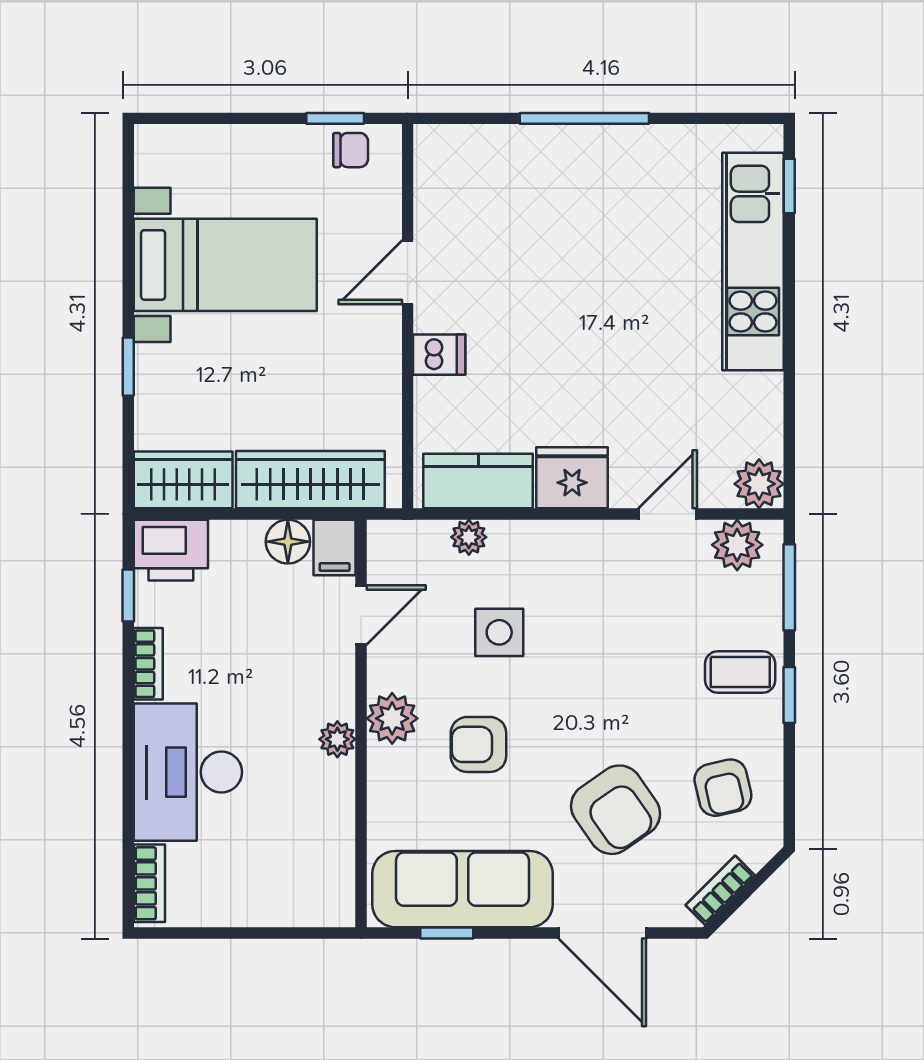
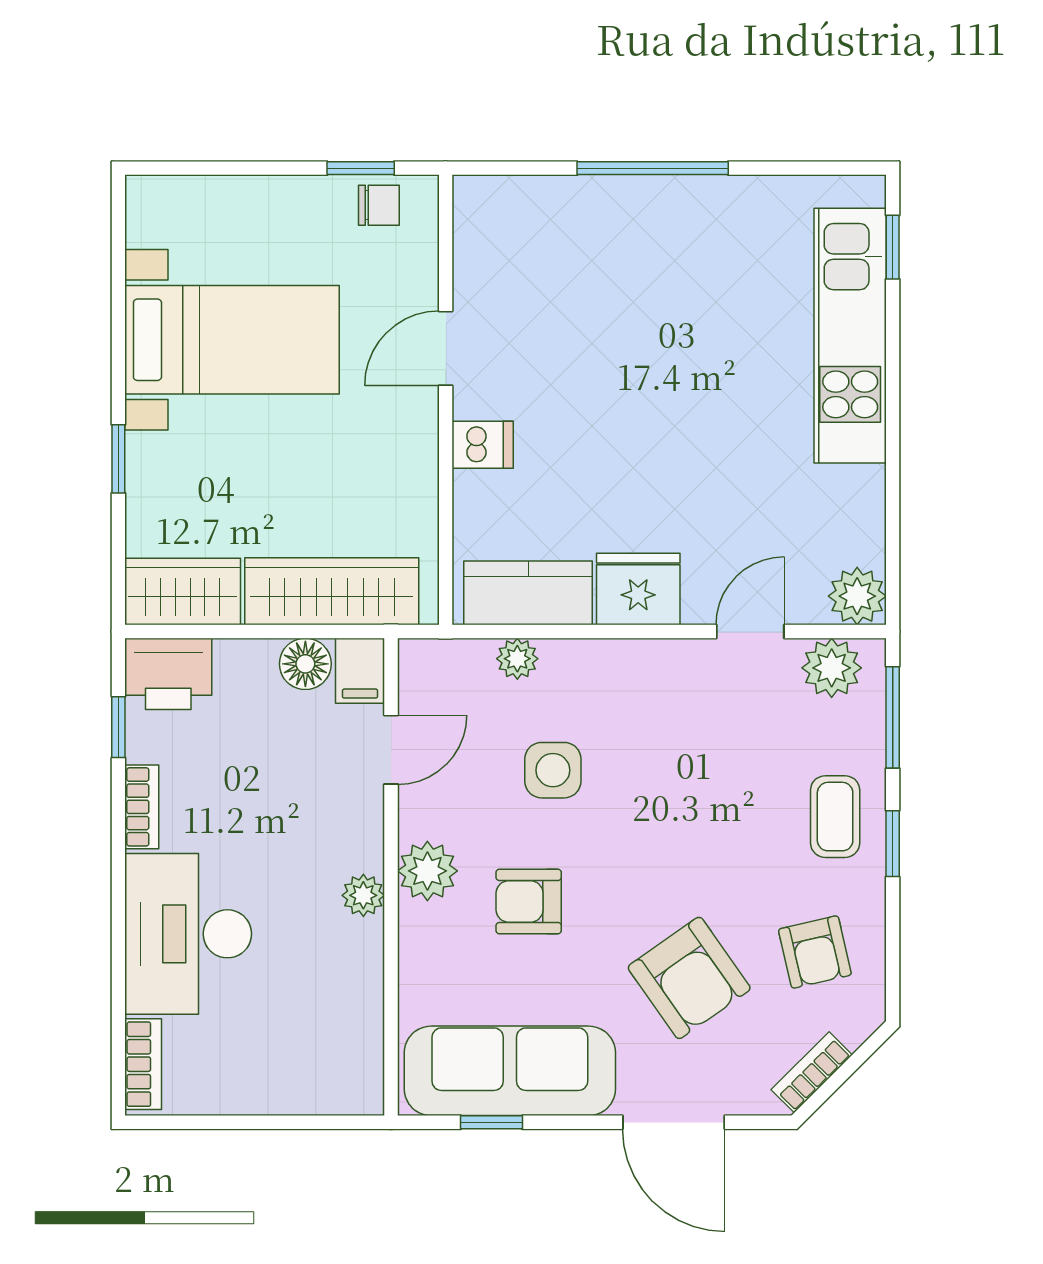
coffee table: (740, 672) -> (835, 817), turned 90

